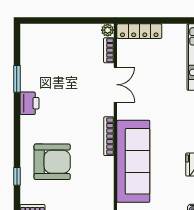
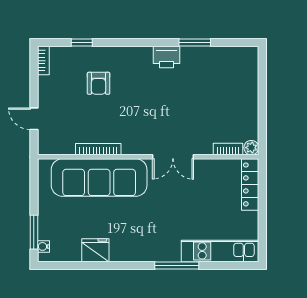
double door: (115, 85) -> (173, 157), moved
bookcase: (109, 136) -> (98, 149), moved
armchair: (52, 162) -> (99, 83), width x0.53, depth x0.53

